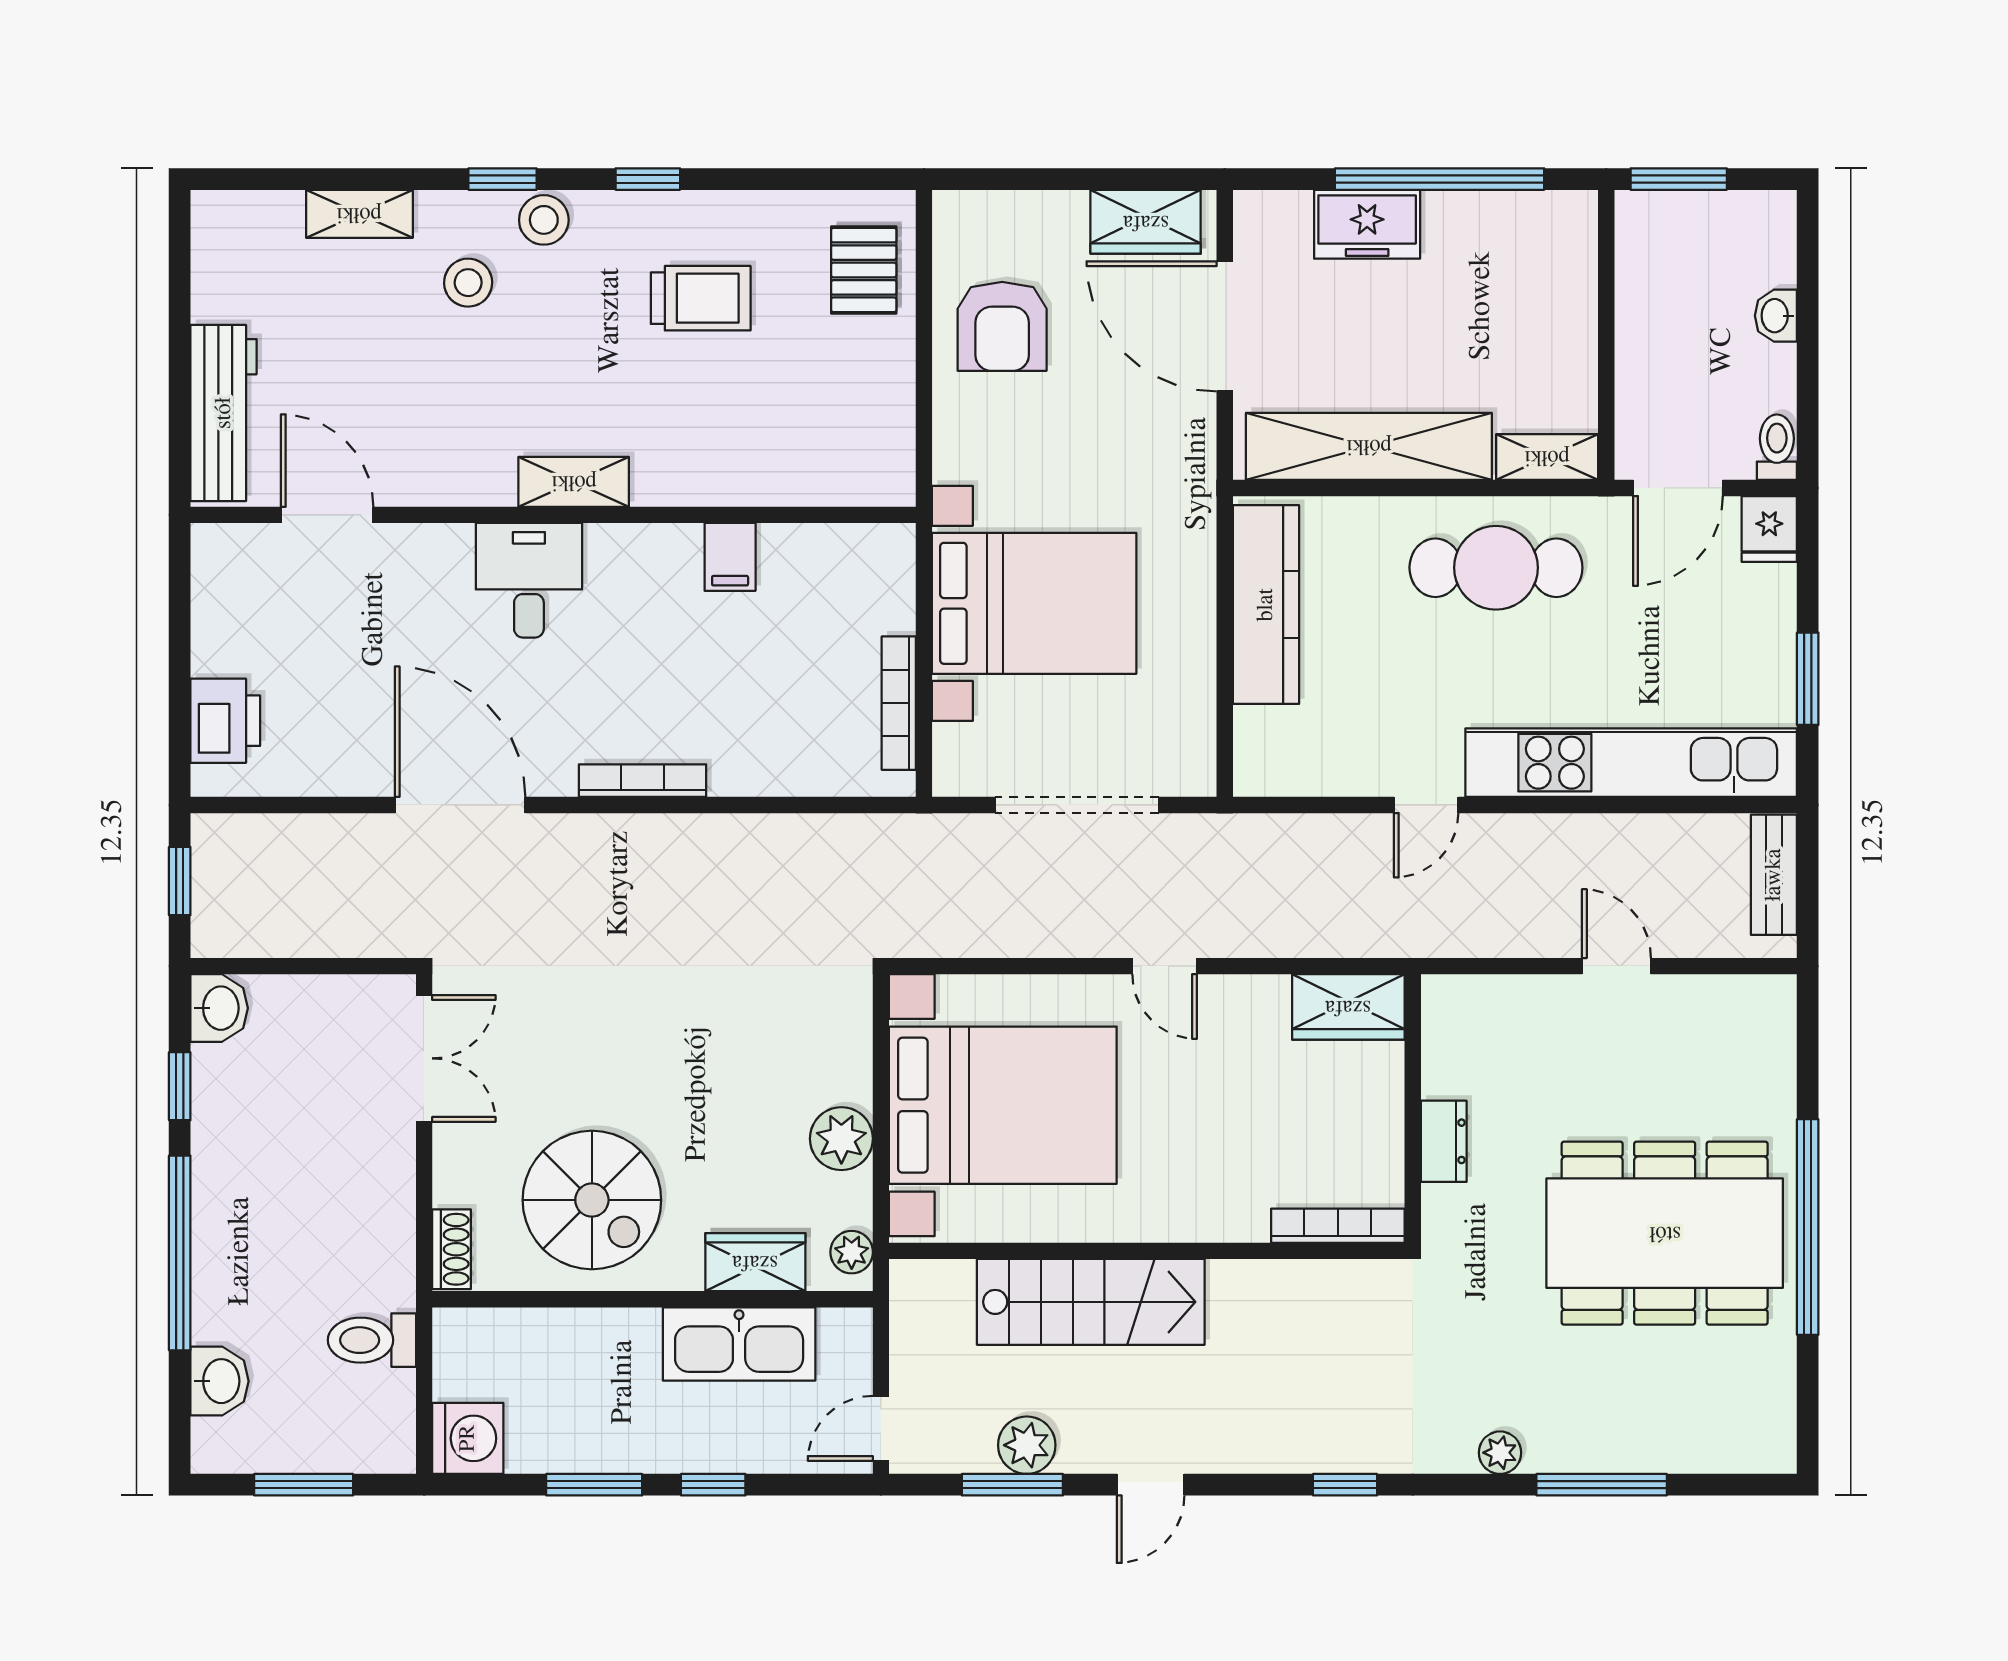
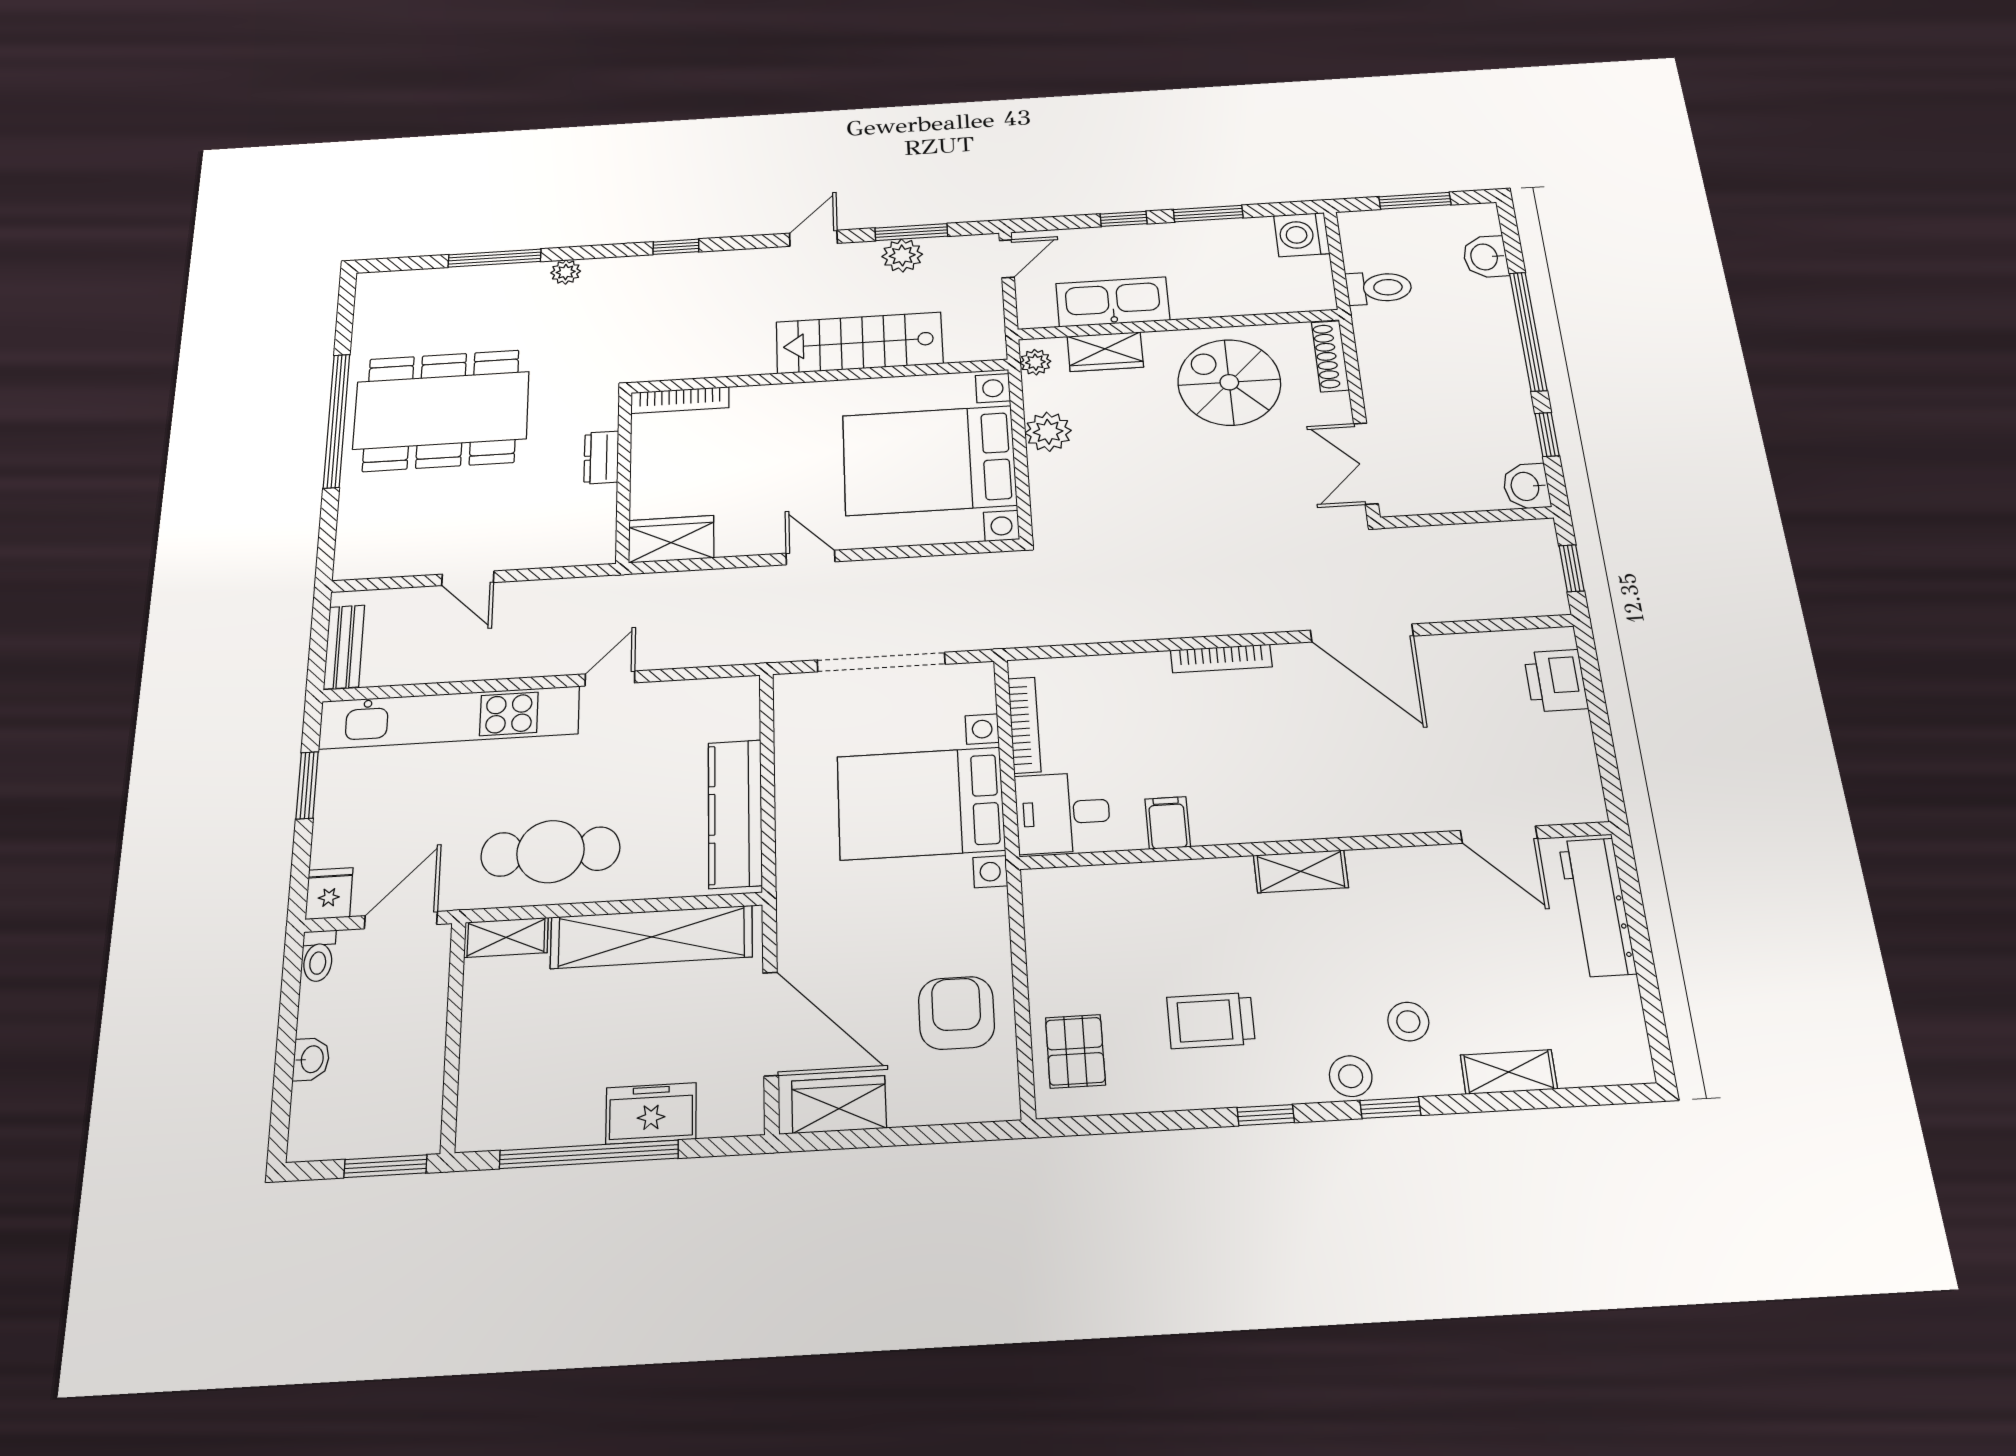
desk: (529, 580) -> (1063, 813), moved, turned 90
shoe rack: (452, 1249) -> (1330, 356), width x1.43

